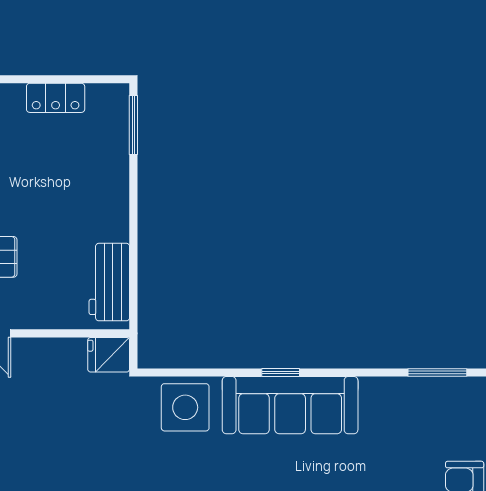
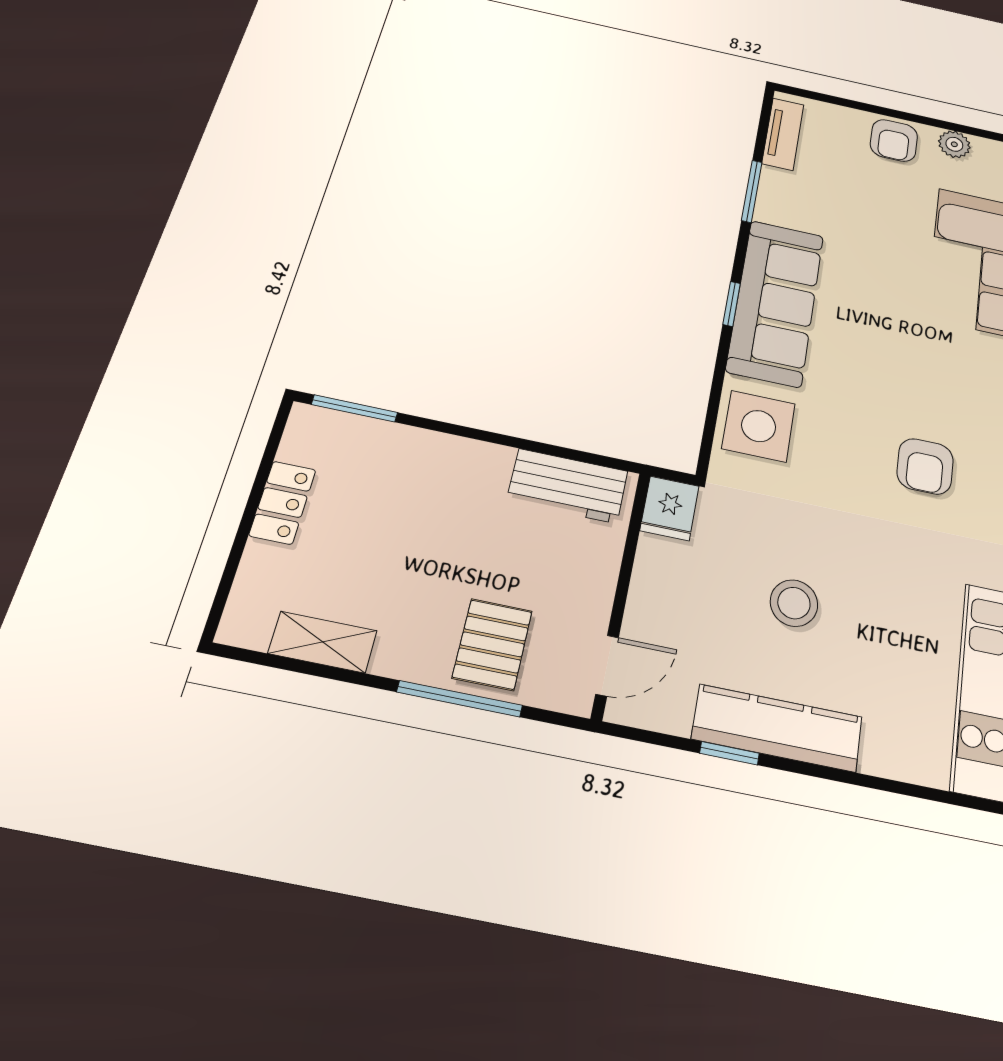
window: (437, 372) -> (752, 191), moved
tv unit: (447, 389) -> (783, 134), added
stool: (59, 451) -> (794, 603), added

